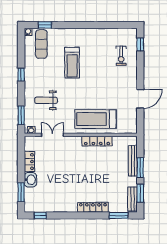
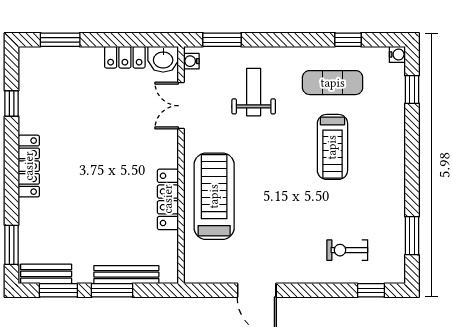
window: (114, 25) -> (412, 236), added
exercise mat: (41, 44) -> (333, 83), moved
treadmill: (72, 63) -> (332, 147), turned -90
window: (21, 75) -> (348, 40), moved
double door: (52, 135) -> (181, 106), swing flipped
washbasin: (30, 180) -> (163, 59), moved
locker: (93, 207) -> (29, 166), moved
window: (40, 215) -> (12, 103), moved

